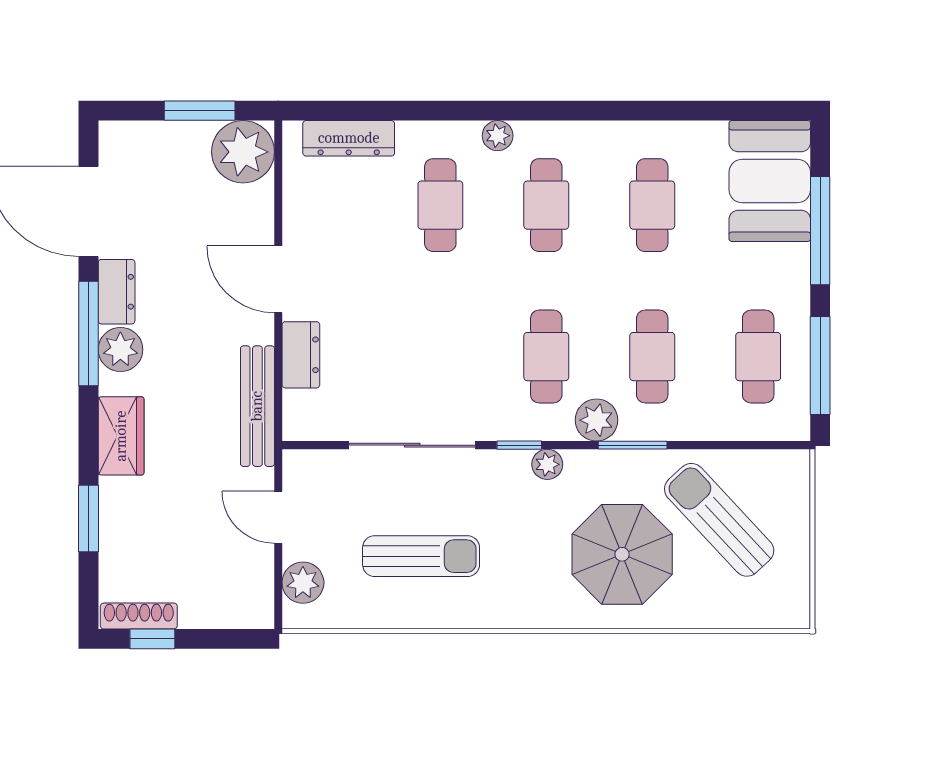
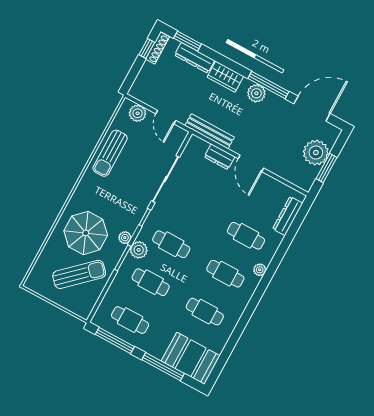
plant: (243, 152) -> (316, 153), moved
door: (278, 279) -> (251, 163), swing flipped
dresser: (117, 292) -> (194, 58), moved, width x1.44
plant: (547, 464) -> (125, 238), moved
door: (278, 517) -> (166, 117), swing flipped
window: (88, 518) -> (188, 41), moved
sun lounger: (421, 556) -> (110, 153), moved

